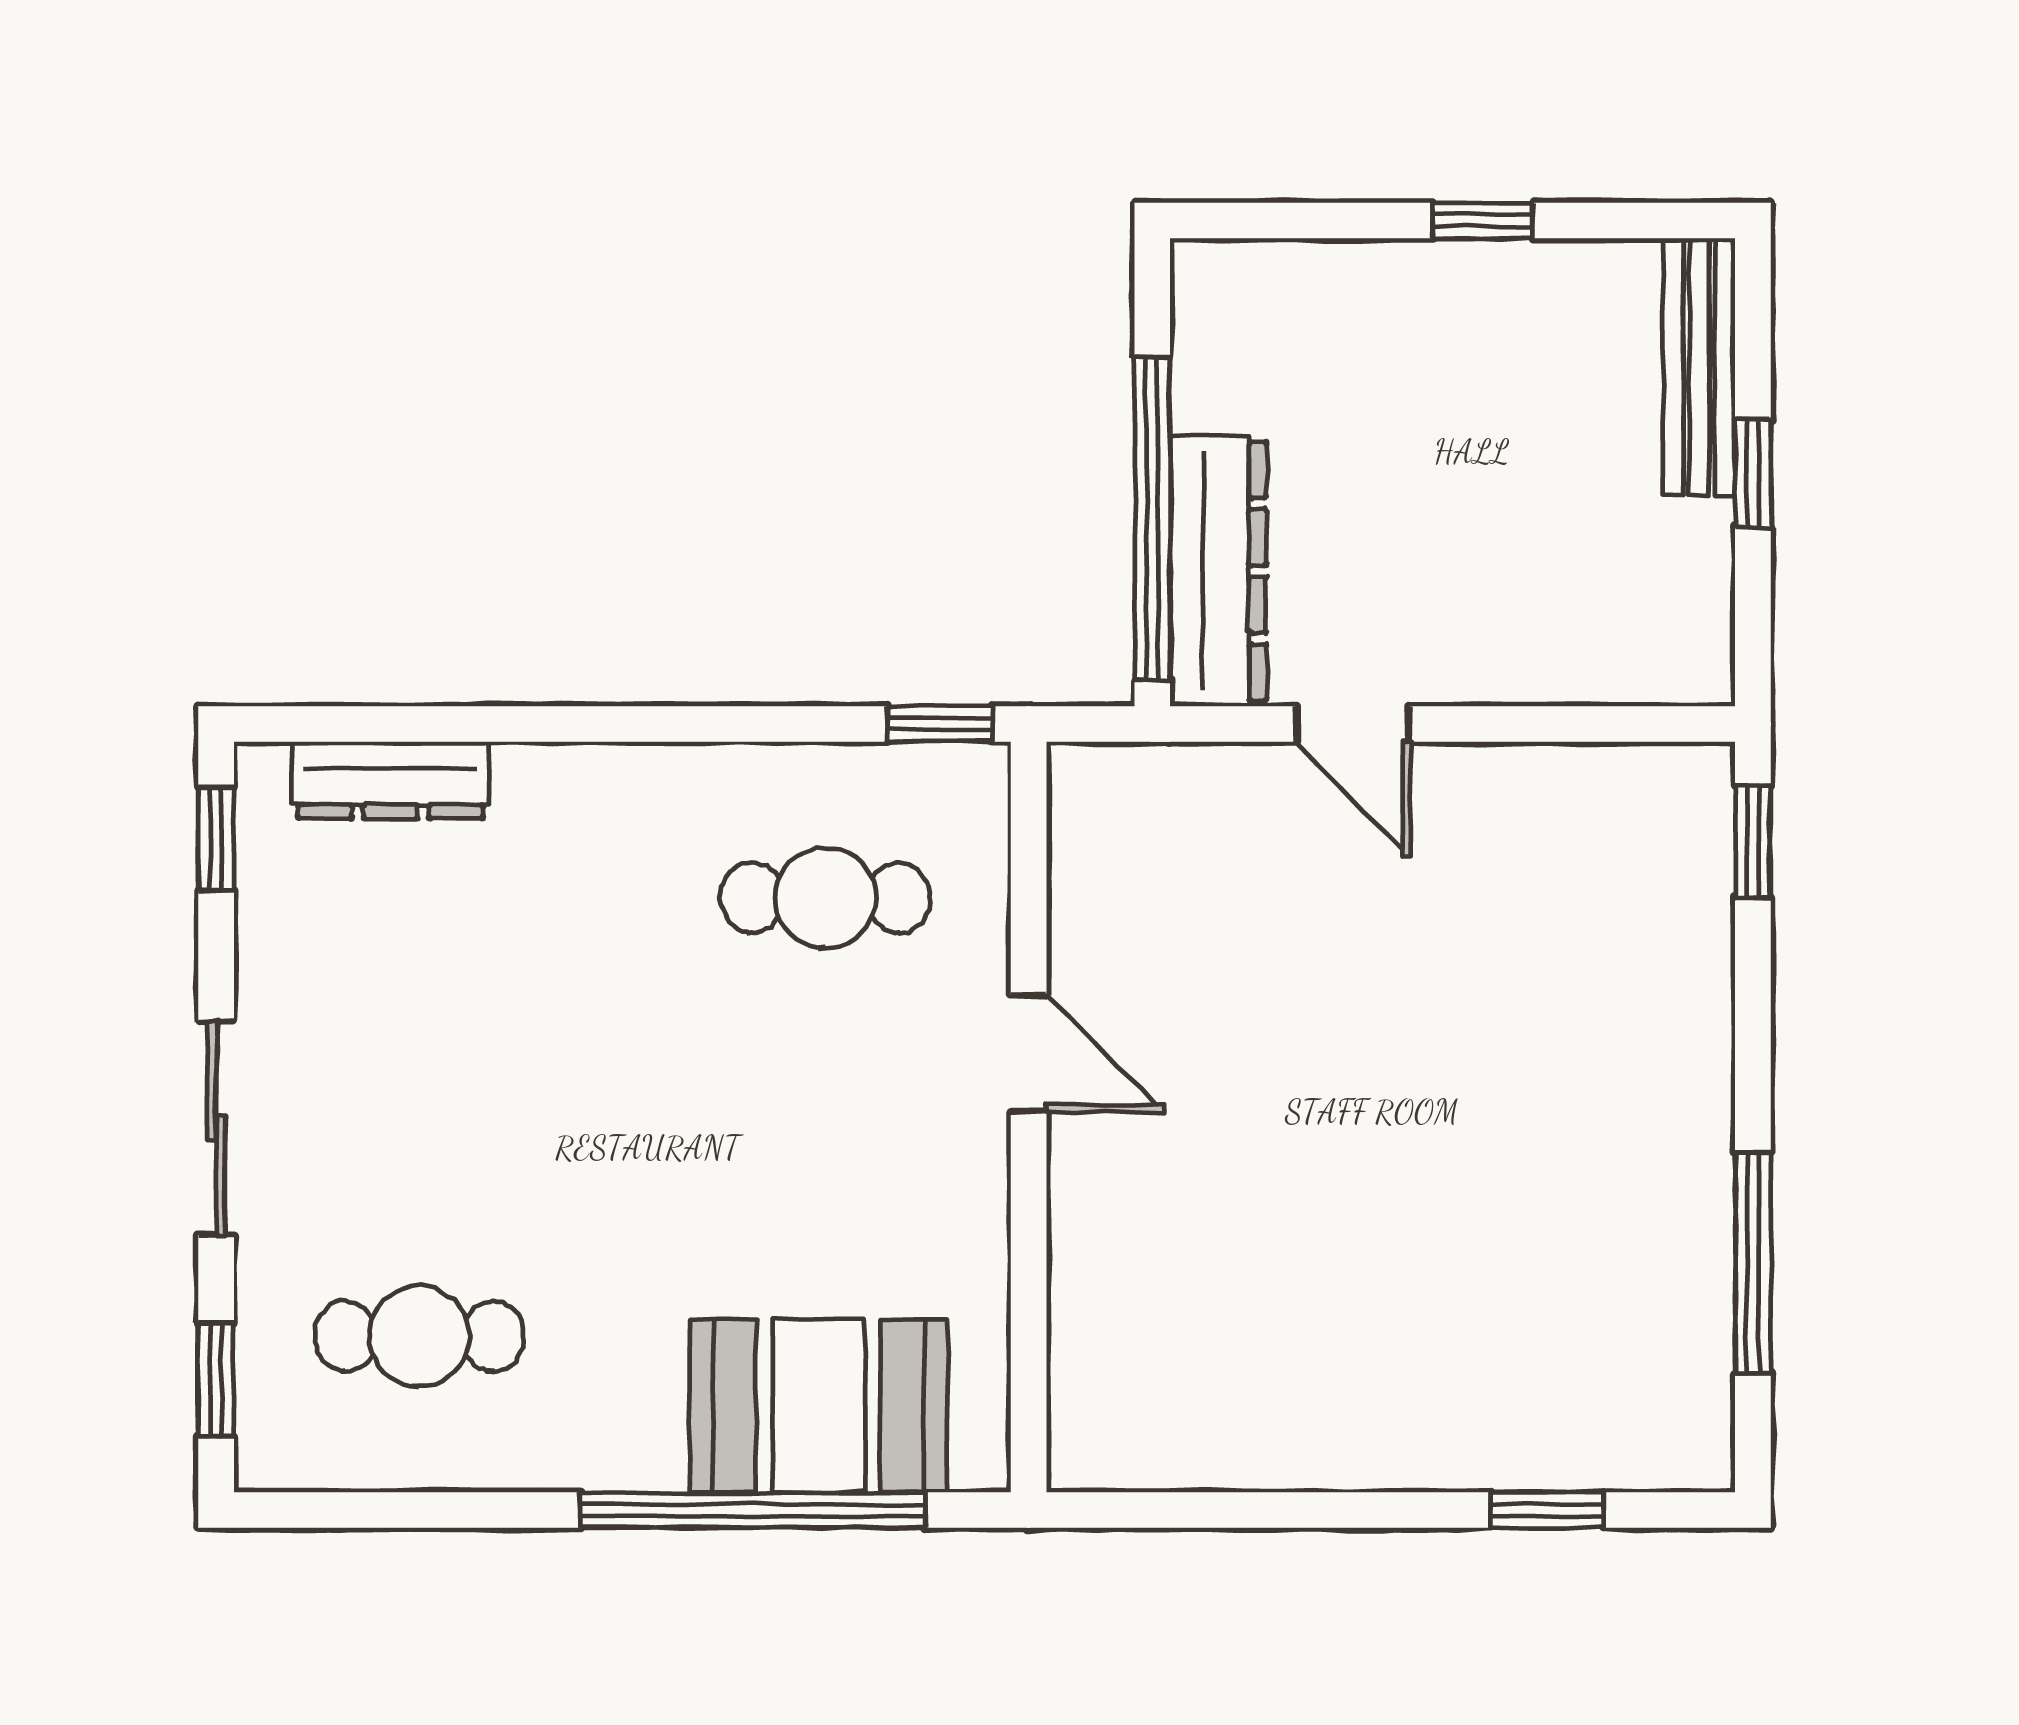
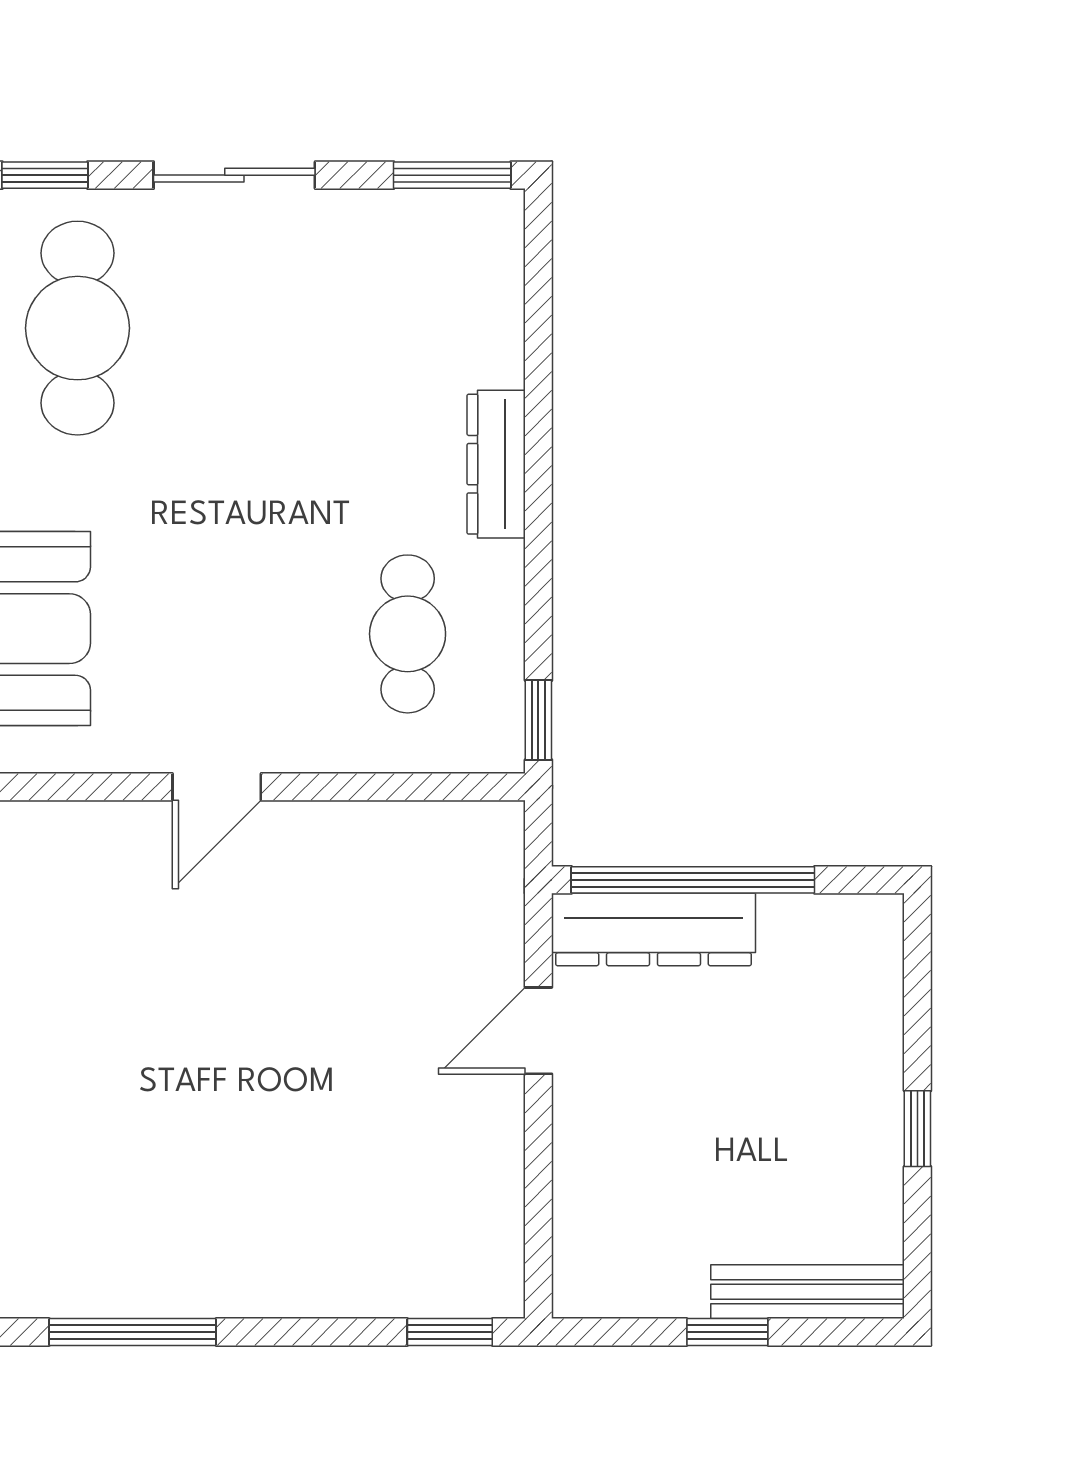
dresser: (390, 780) -> (496, 464), moved
window: (216, 839) -> (452, 175), width x1.50
door: (1029, 1054) -> (217, 787), moved
cafe table: (419, 1336) -> (78, 328), width x1.37, depth x1.35

